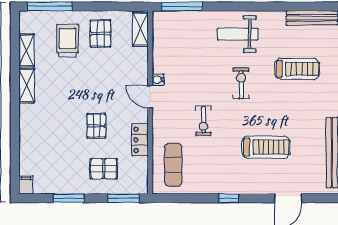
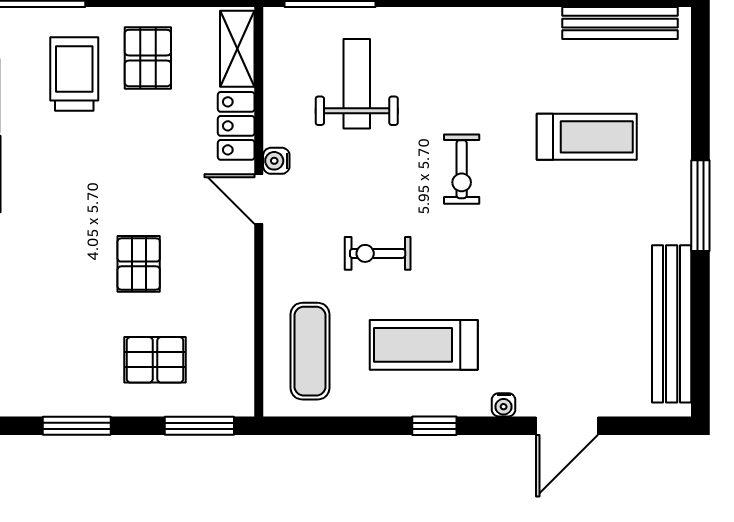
weight bench: (238, 34) -> (357, 84), moved, turned 90
exercise bike: (241, 83) -> (462, 169), turned 180
exercise bike: (203, 121) -> (378, 253), turned 90
locker: (140, 140) -> (236, 126), moved
treadmill: (266, 147) -> (424, 345), moved, turned 180
water cooler: (260, 189) -> (504, 405), added

